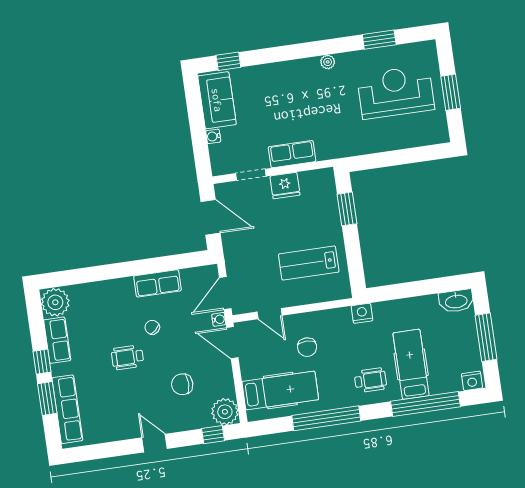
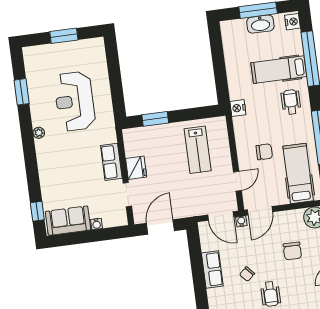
reception desk: (396, 92) -> (75, 101), moved
washbasin: (456, 301) -> (260, 24), moved, turned 90

